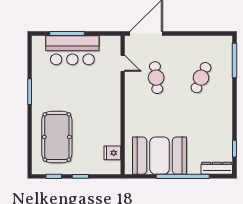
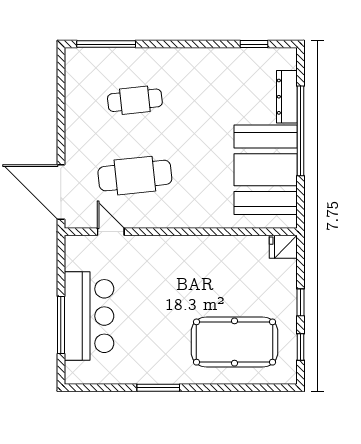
door: (123, 63) -> (111, 232), hinge flipped
cafe table: (156, 78) -> (135, 176), width x1.37, depth x1.35
cafe table: (201, 78) -> (135, 100), turned -30
fridge: (112, 153) -> (283, 247), moved, turned 90
dresser: (217, 168) -> (287, 97), moved

